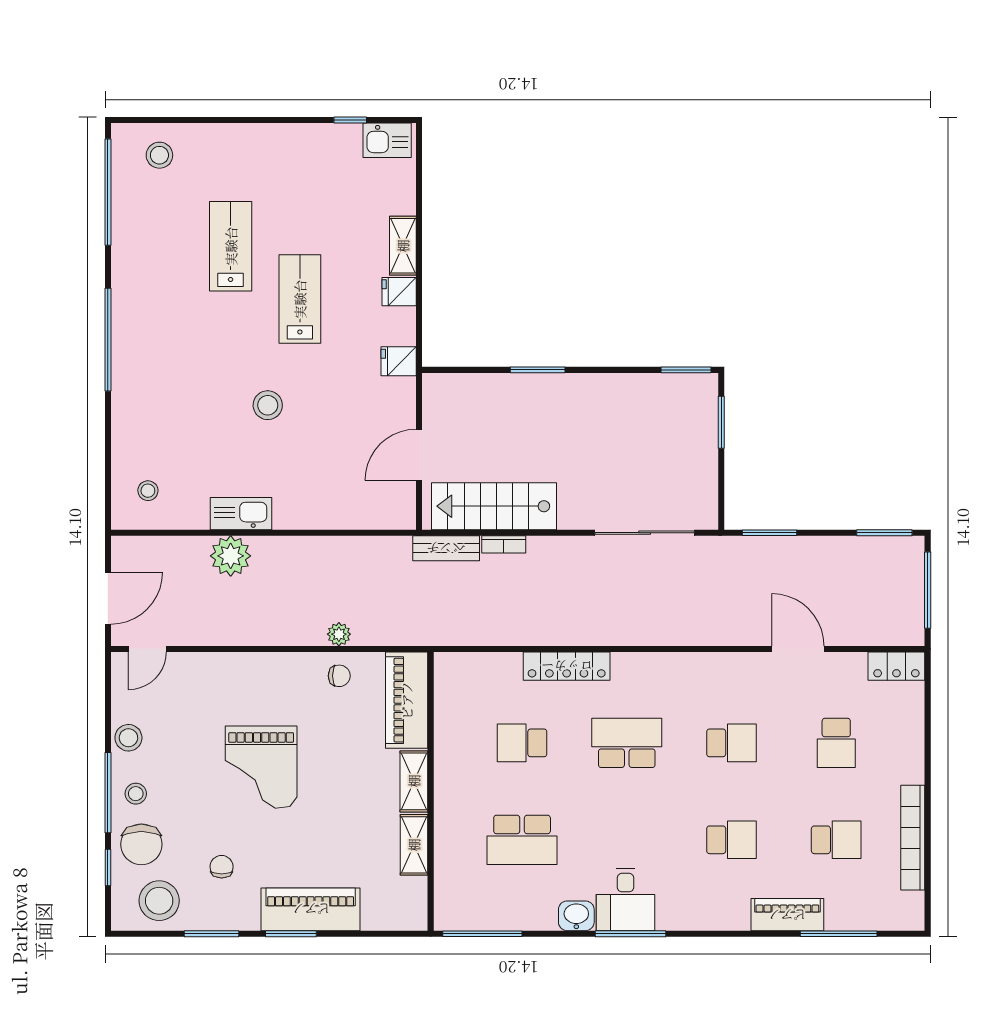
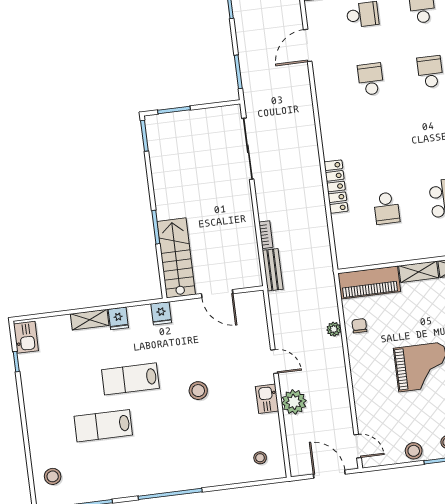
stairs: (494, 506) -> (176, 258), moved, turned 180
kitchen sink: (241, 514) -> (267, 399), width x0.73
door: (299, 533) -> (274, 362), added
school desk: (627, 743) -> (379, 144), removed

